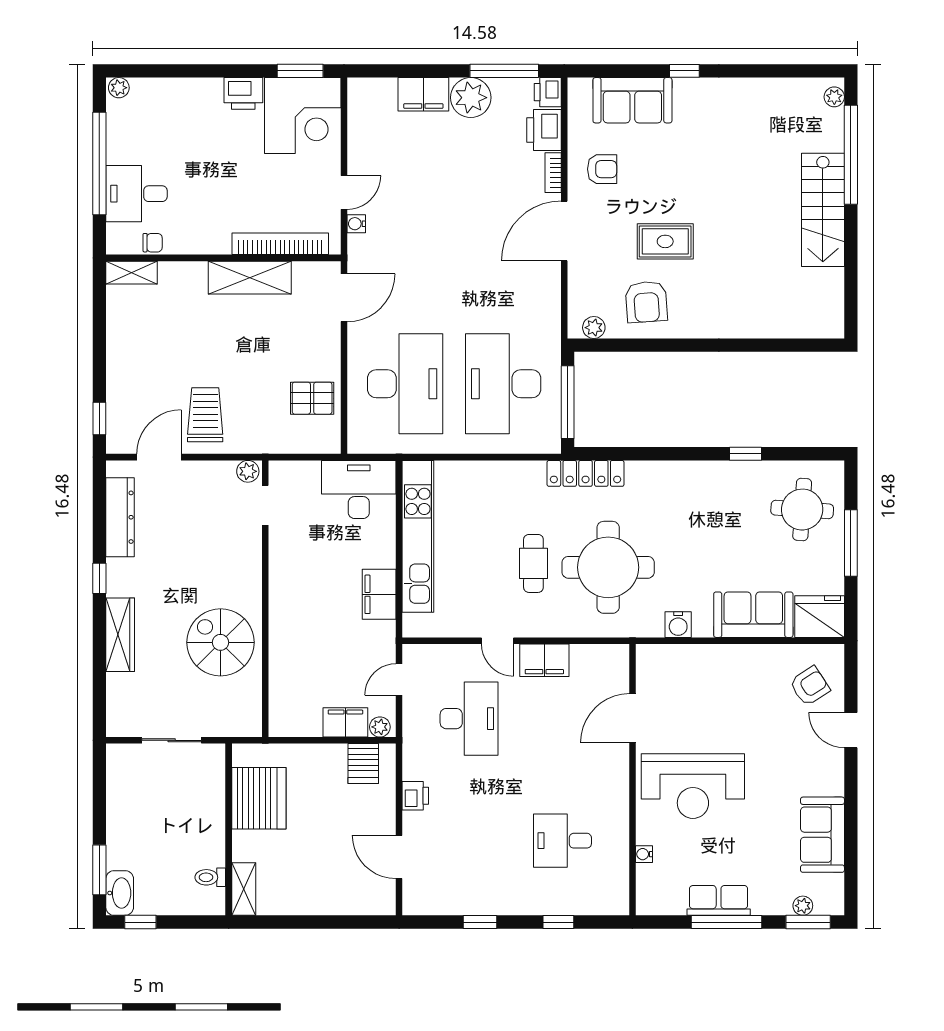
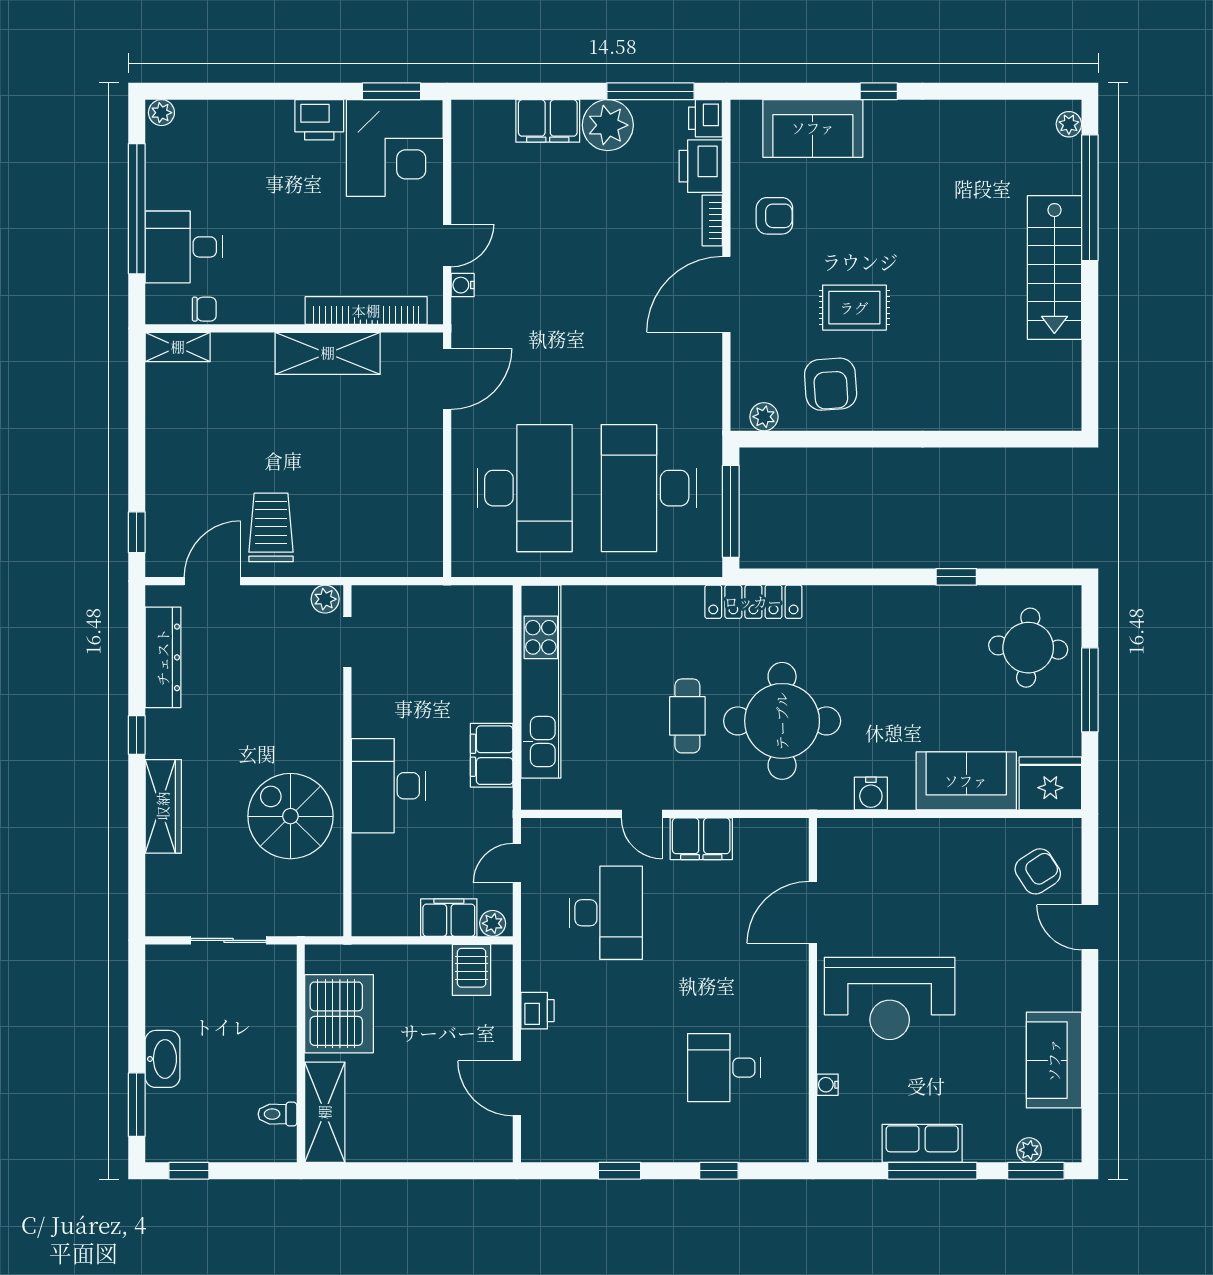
pallet: (312, 398) -> (407, 506), removed
desk: (359, 489) -> (388, 786), moved, turned -90
shelving: (244, 889) -> (325, 1112), width x1.50, depth x1.33
washbasin: (120, 893) -> (163, 1059), moved

